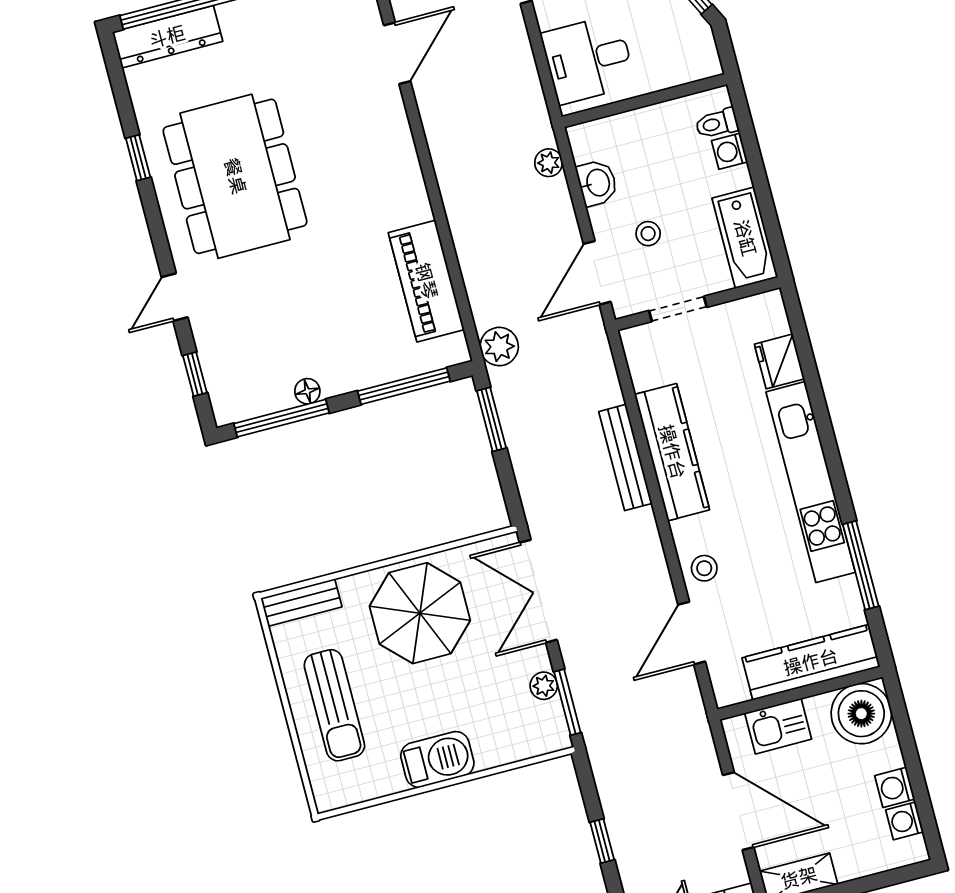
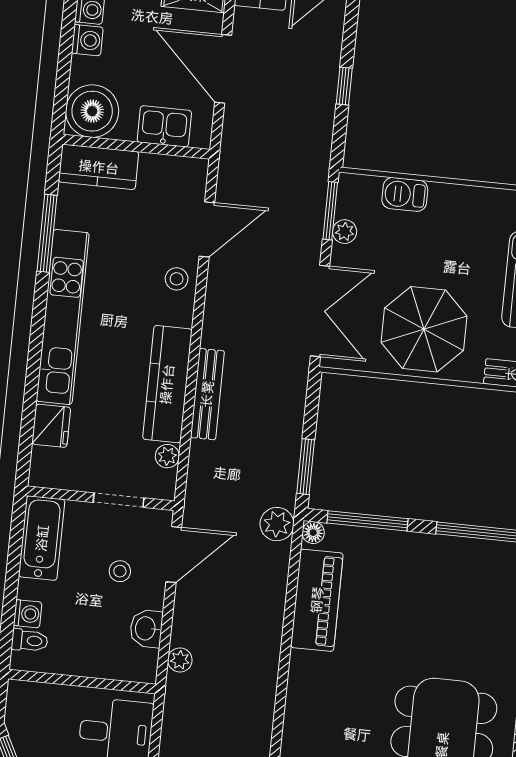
plant: (643, 375) -> (167, 456), added
floor lamp: (307, 391) -> (313, 533), moved
kitchen counter: (811, 662) -> (99, 167), width x0.67
barbecue: (437, 759) -> (405, 194), moved, width x0.73, depth x0.79

